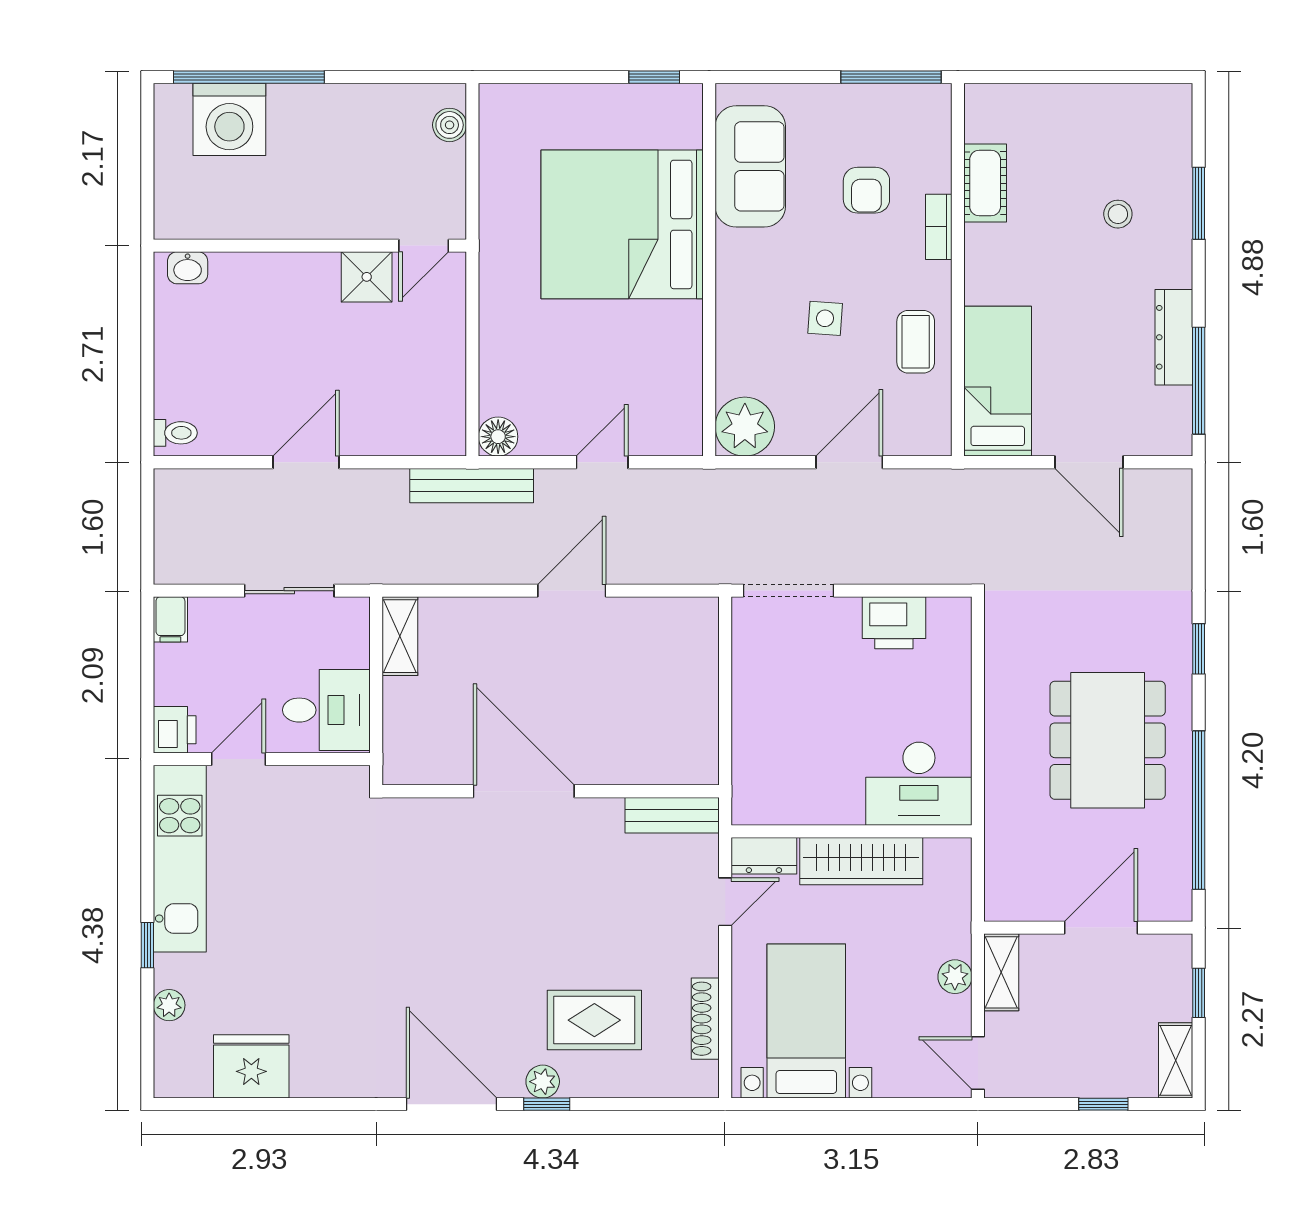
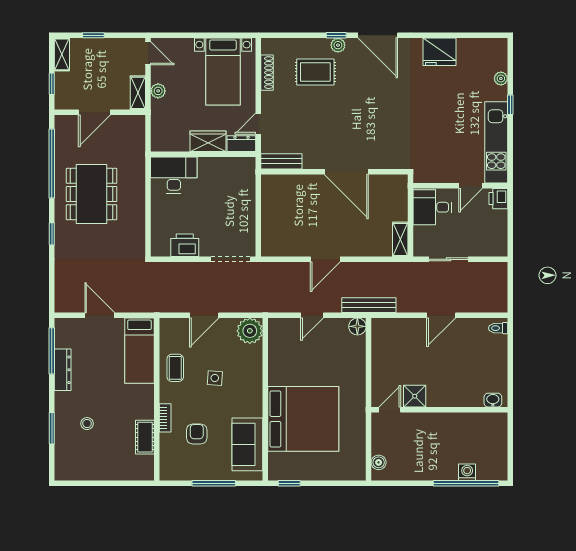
window: (891, 77) -> (214, 483), moved
washing machine: (229, 119) -> (467, 472), width x0.53, depth x0.53
filing cabinet: (170, 619) -> (500, 247), removed
wardrobe: (861, 861) -> (208, 141), width x0.67
fridge: (251, 1066) -> (439, 52), moved

